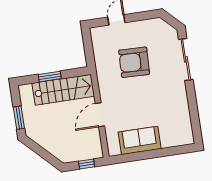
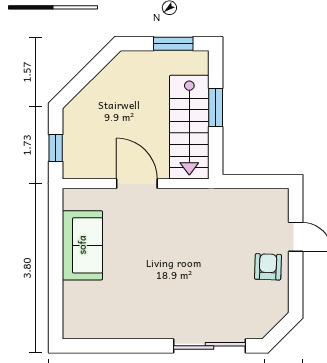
armchair: (134, 62) -> (268, 267), moved, width x0.53, depth x0.53
window: (19, 118) -> (173, 44), moved

